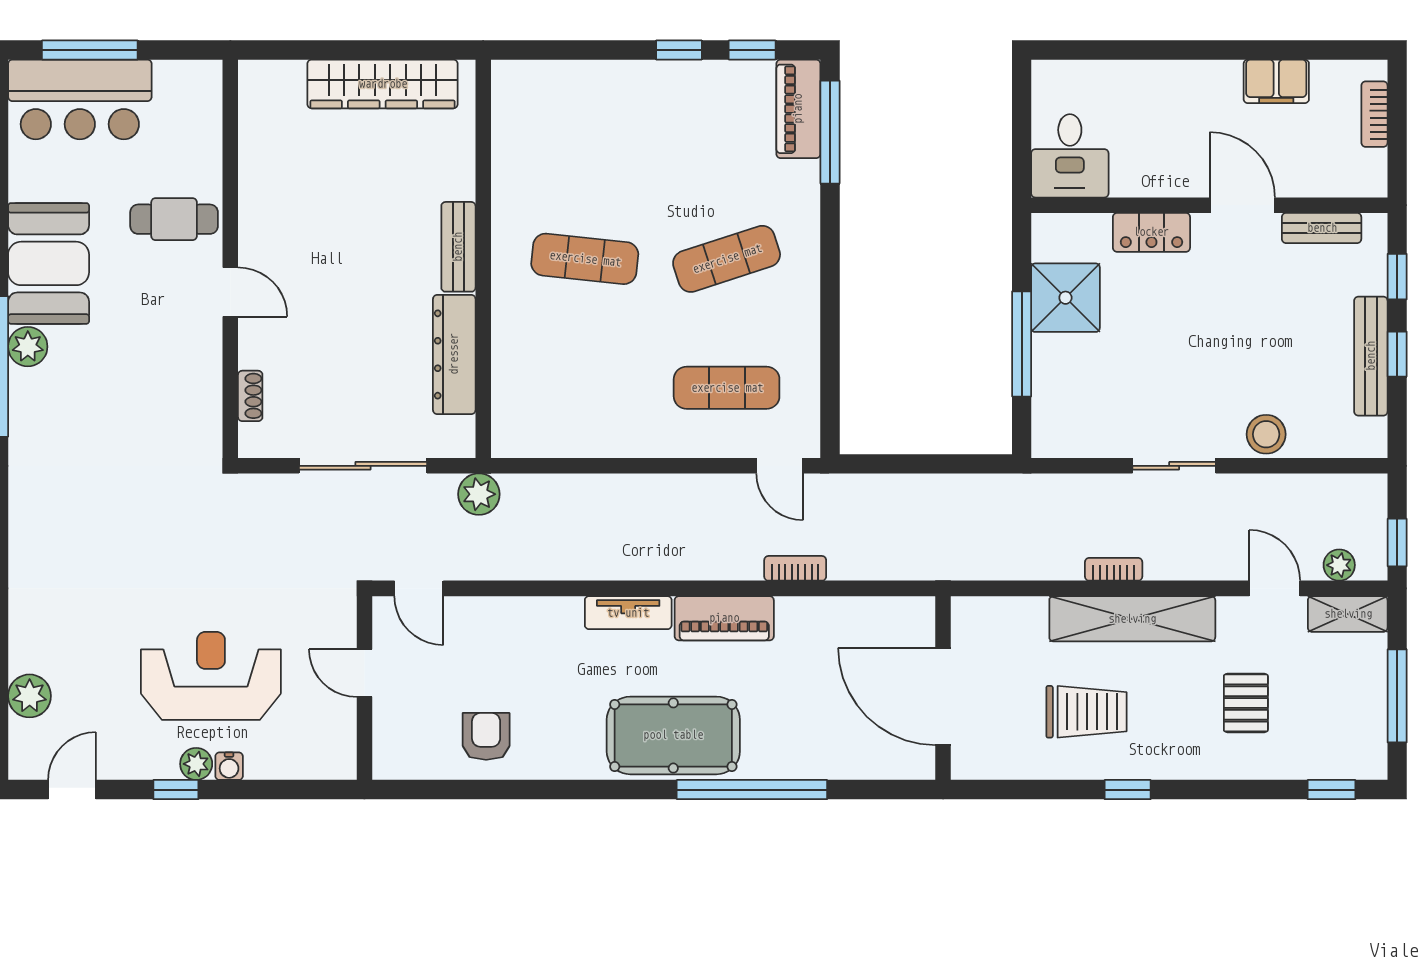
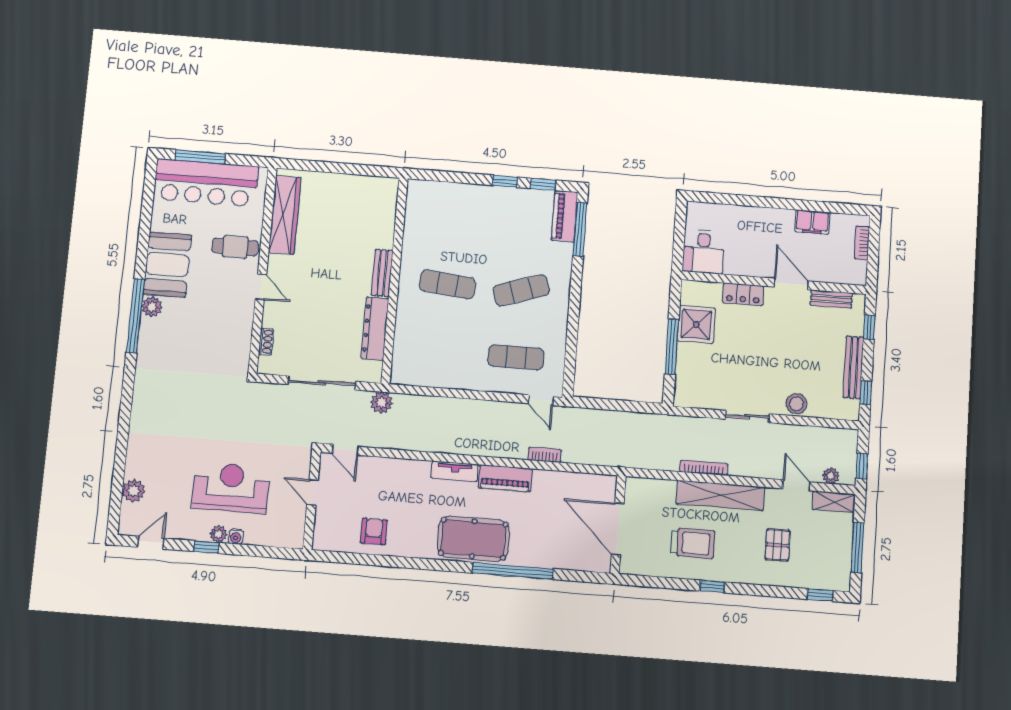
wardrobe: (383, 84) -> (285, 215), moved, turned -90
bar counter: (80, 99) -> (206, 183), width x1.36
window: (1397, 354) -> (866, 393), moved
bookcase: (1114, 569) -> (704, 468), width x1.56

